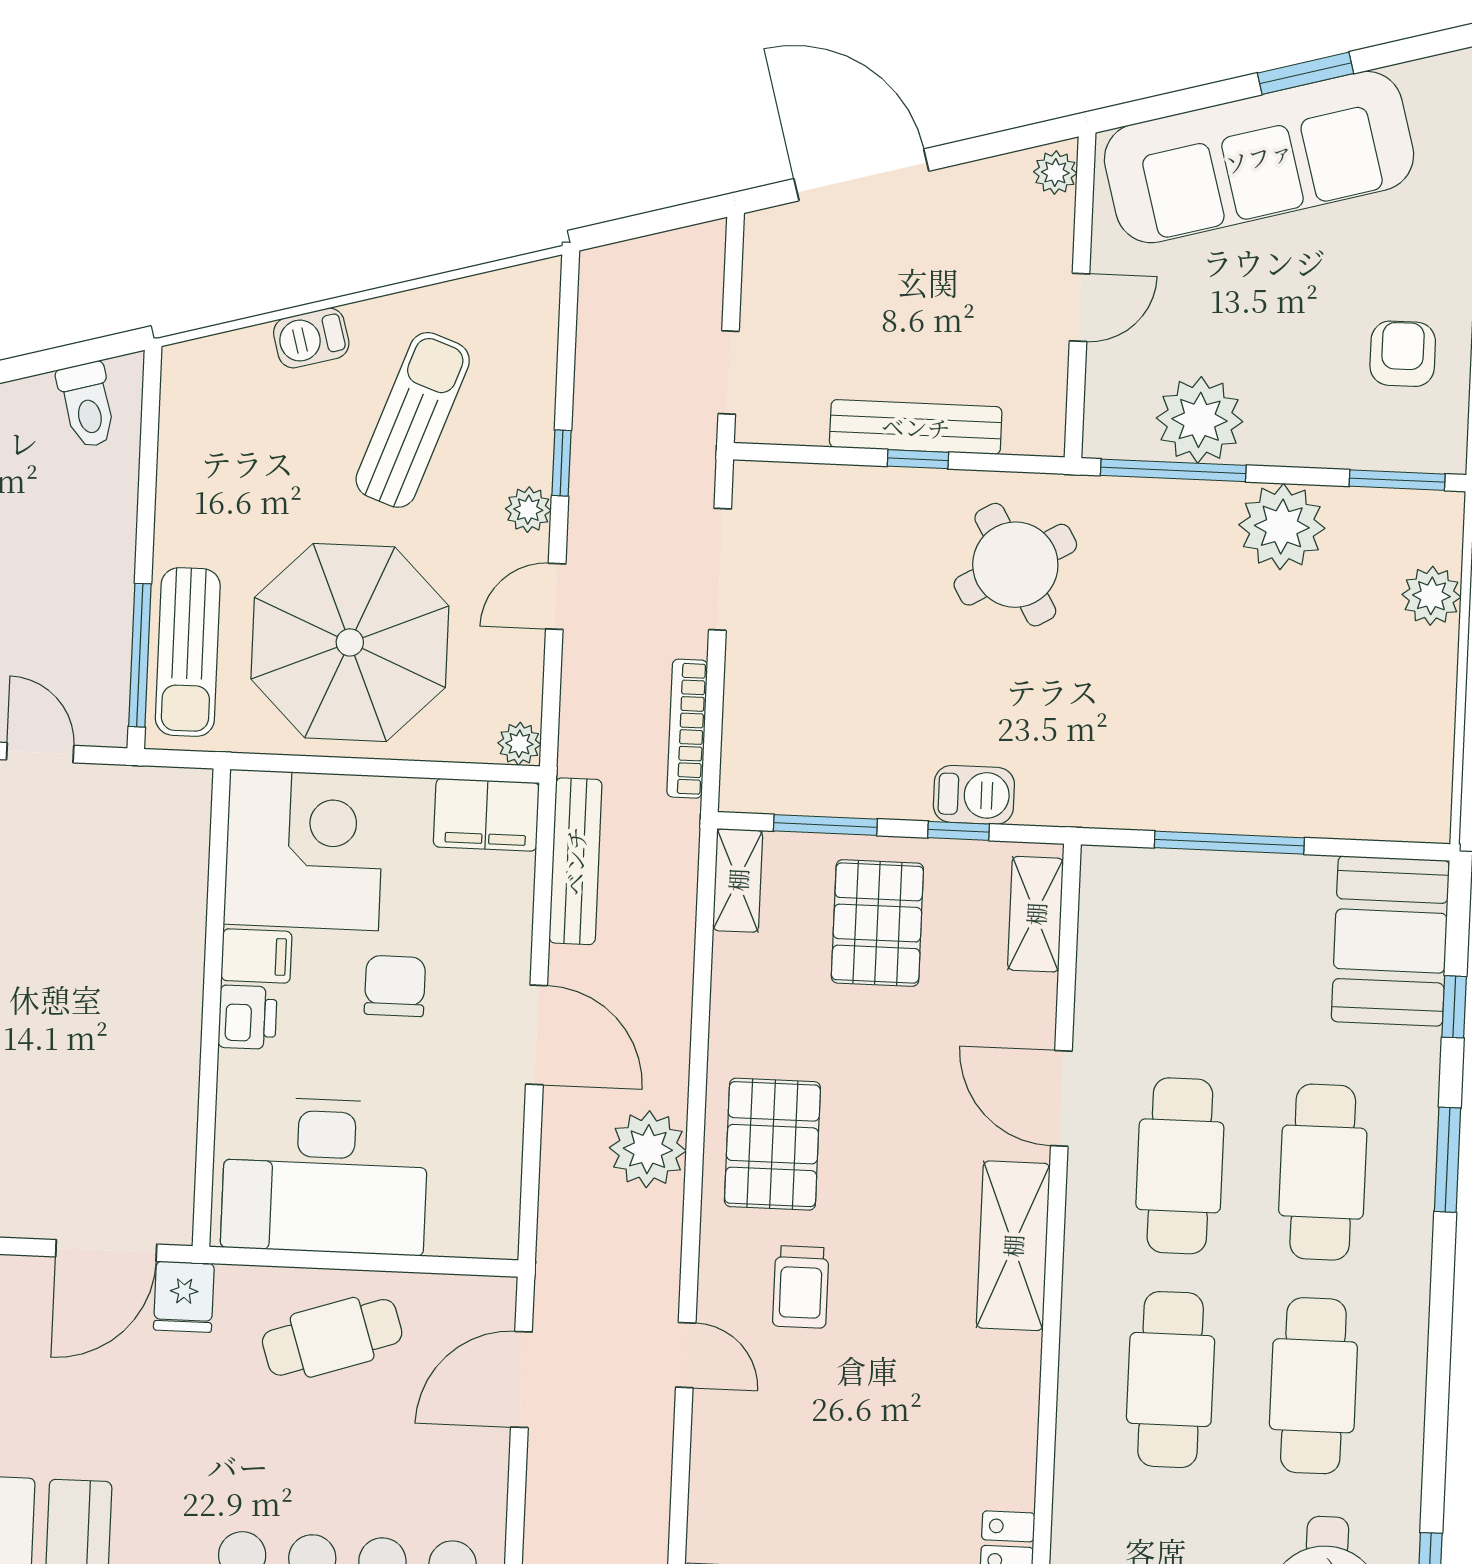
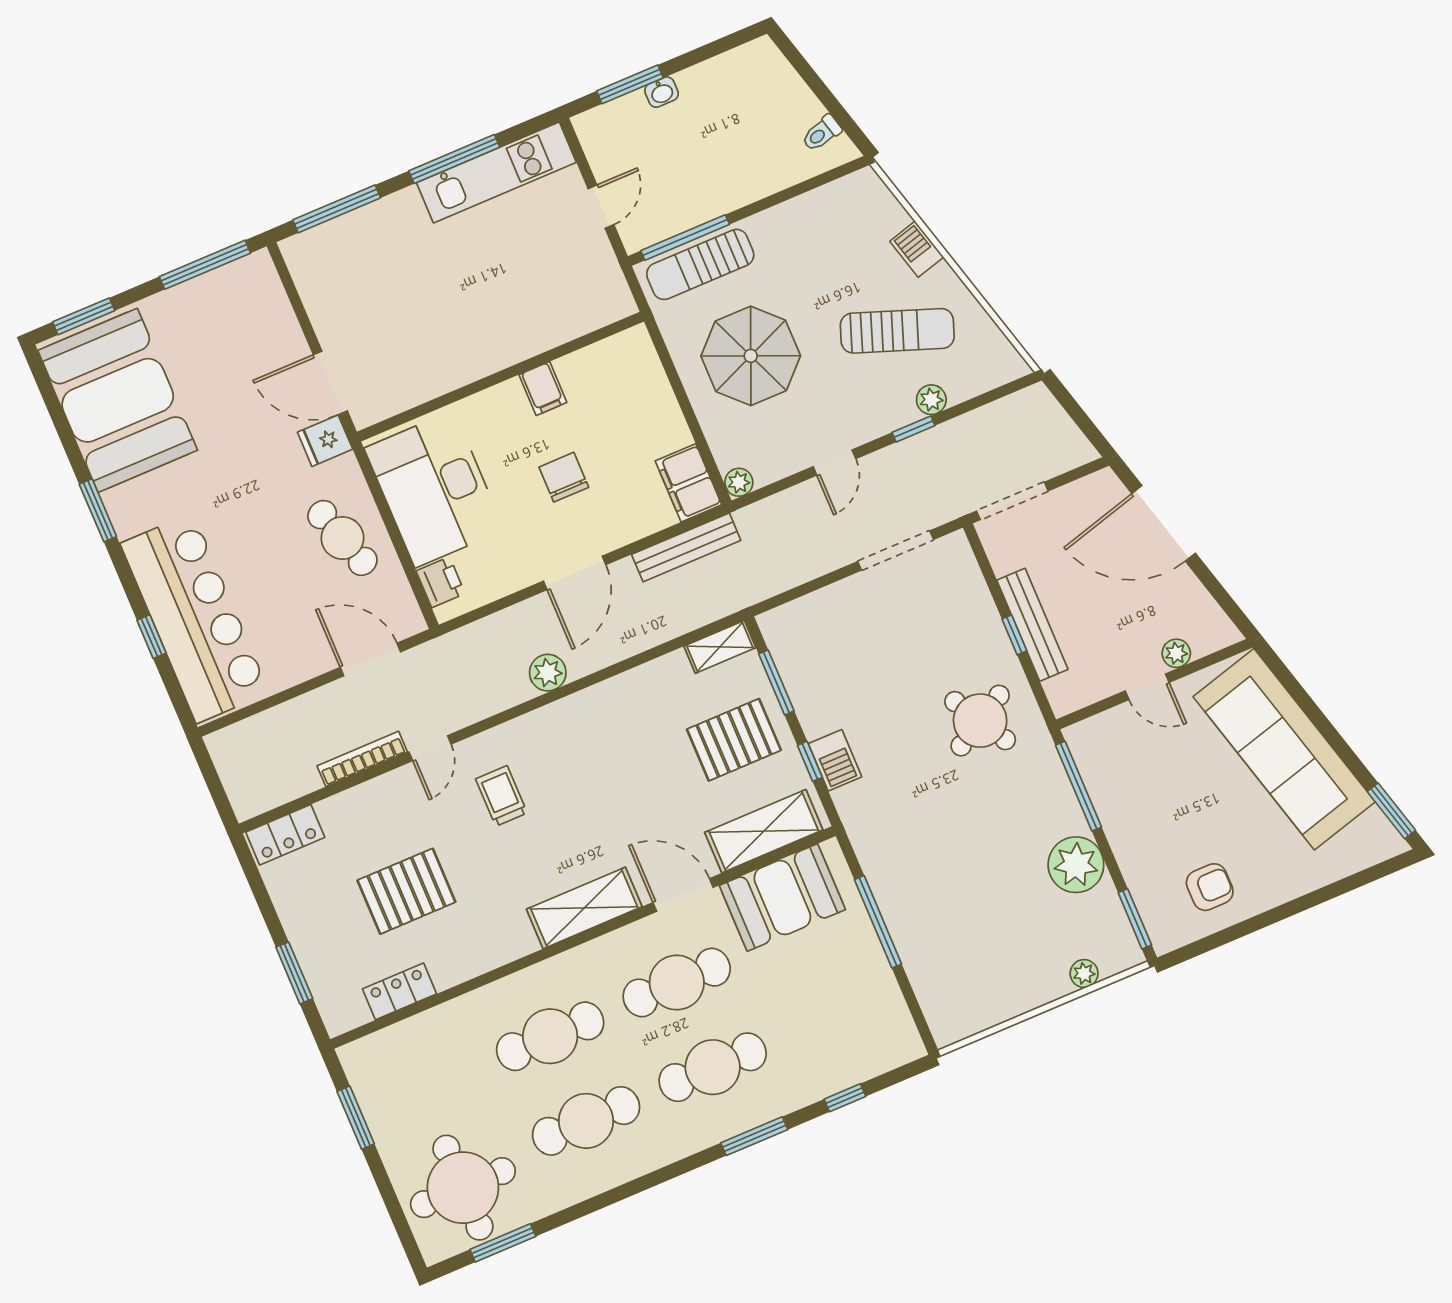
window: (1306, 73) -> (1391, 811), moved
plant: (1055, 173) -> (1176, 653), moved
door: (861, 175) -> (1164, 523), swing flipped
doorway: (729, 372) -> (1012, 501), width x1.38
toilet: (87, 405) -> (821, 133), width x0.73, depth x0.72
plant: (1200, 420) -> (1115, 787), removed
plant: (528, 510) -> (931, 400), moved
door: (556, 596) -> (834, 463), swing flipped
plant: (1431, 596) -> (1084, 974), width x0.73, depth x0.73
parasol: (350, 642) -> (751, 356), width x0.73, depth x0.73
bookcase: (687, 729) -> (362, 759), moved
corner desk: (304, 850) -> (618, 387), removed
shelving: (1036, 914) -> (764, 831), width x1.50, depth x1.33
booth: (1390, 941) -> (782, 898), moved
chair: (395, 986) -> (564, 477), turned -90
printer: (248, 1017) -> (441, 582), moved, turned -90
door: (1061, 1098) -> (683, 895), hinge flipped
pallet: (772, 1144) -> (406, 891), moved
plant: (648, 1149) -> (548, 673), width x0.73, depth x0.73
trolley: (801, 1287) -> (501, 796), turned 90

